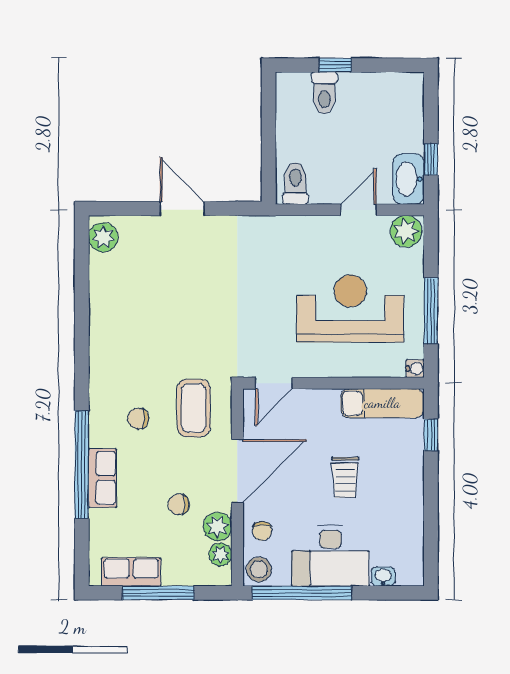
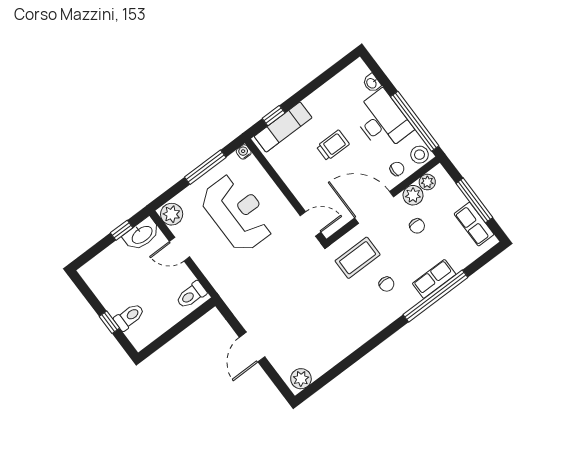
reception desk: (350, 309) -> (237, 213), turned 180
exam couch: (382, 403) -> (283, 127), moved, turned 90

